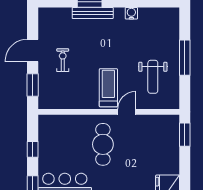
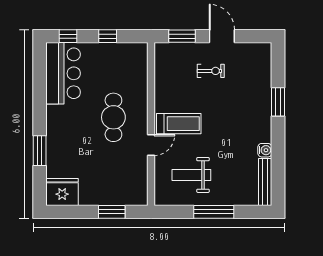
bench: (93, 13) -> (265, 182), moved
door: (127, 112) -> (151, 145), hinge flipped
window: (185, 135) -> (112, 212), moved
cafe table: (103, 144) -> (113, 117), turned 90

